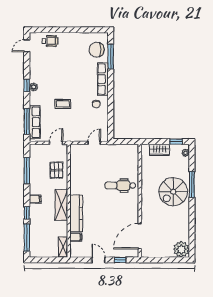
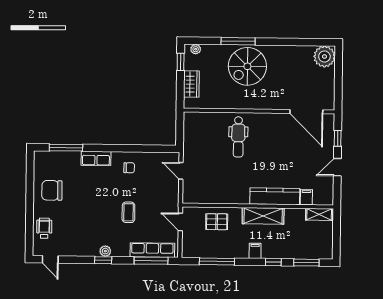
chair: (97, 50) -> (52, 190), moved, turned 90
row of seats: (103, 79) -> (96, 158), width x0.68
spiral stairs: (173, 192) -> (247, 66), turned 90
window: (27, 238) -> (306, 263), width x0.69

